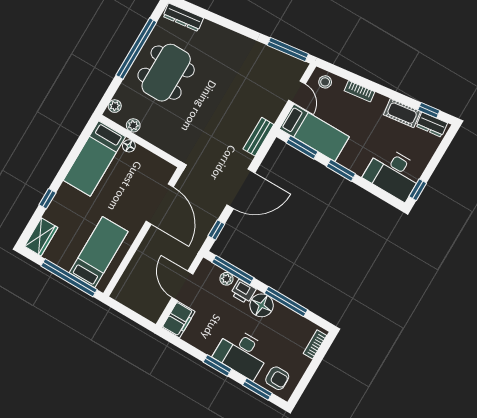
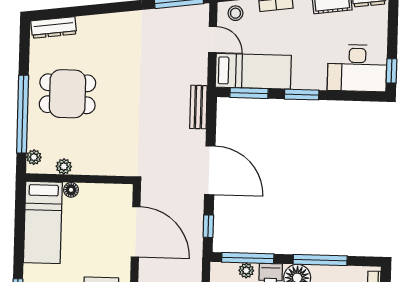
window: (136, 49) -> (23, 114), moved
dining table: (166, 73) -> (67, 94), width x0.73
door: (241, 189) -> (210, 170), hinge flipped

